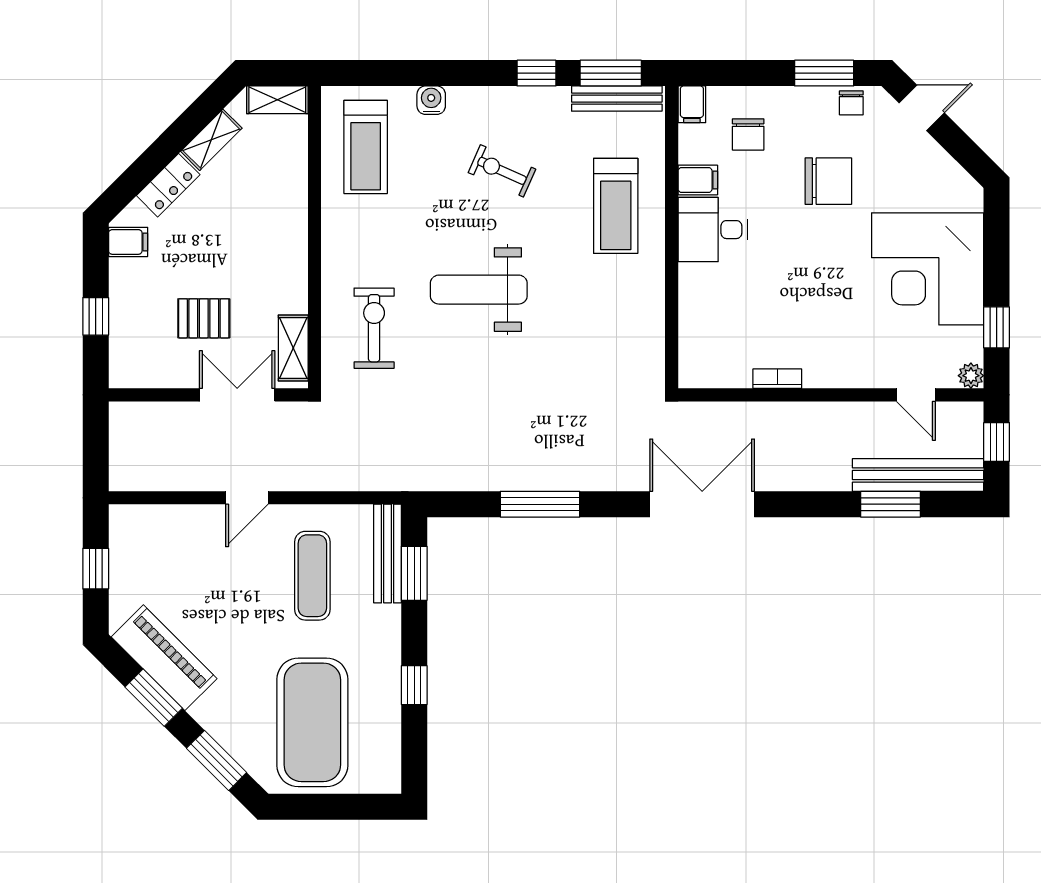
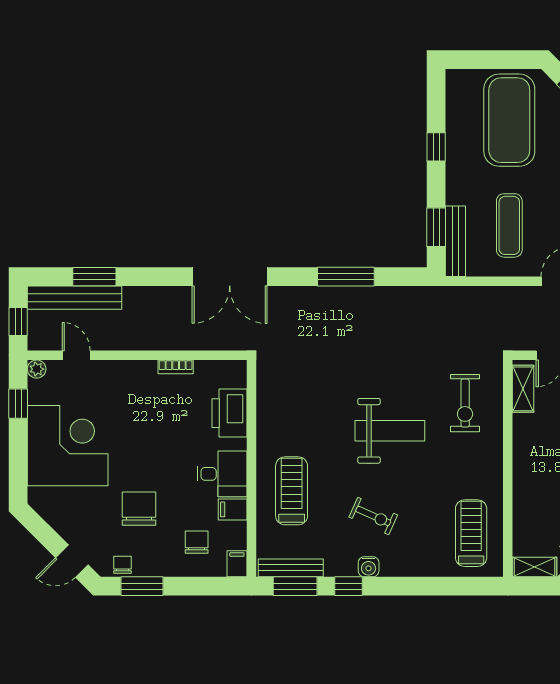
water cooler: (431, 100) -> (369, 567), moved
chair: (828, 181) -> (139, 509), turned 90
printer: (702, 314) -> (229, 413), added

